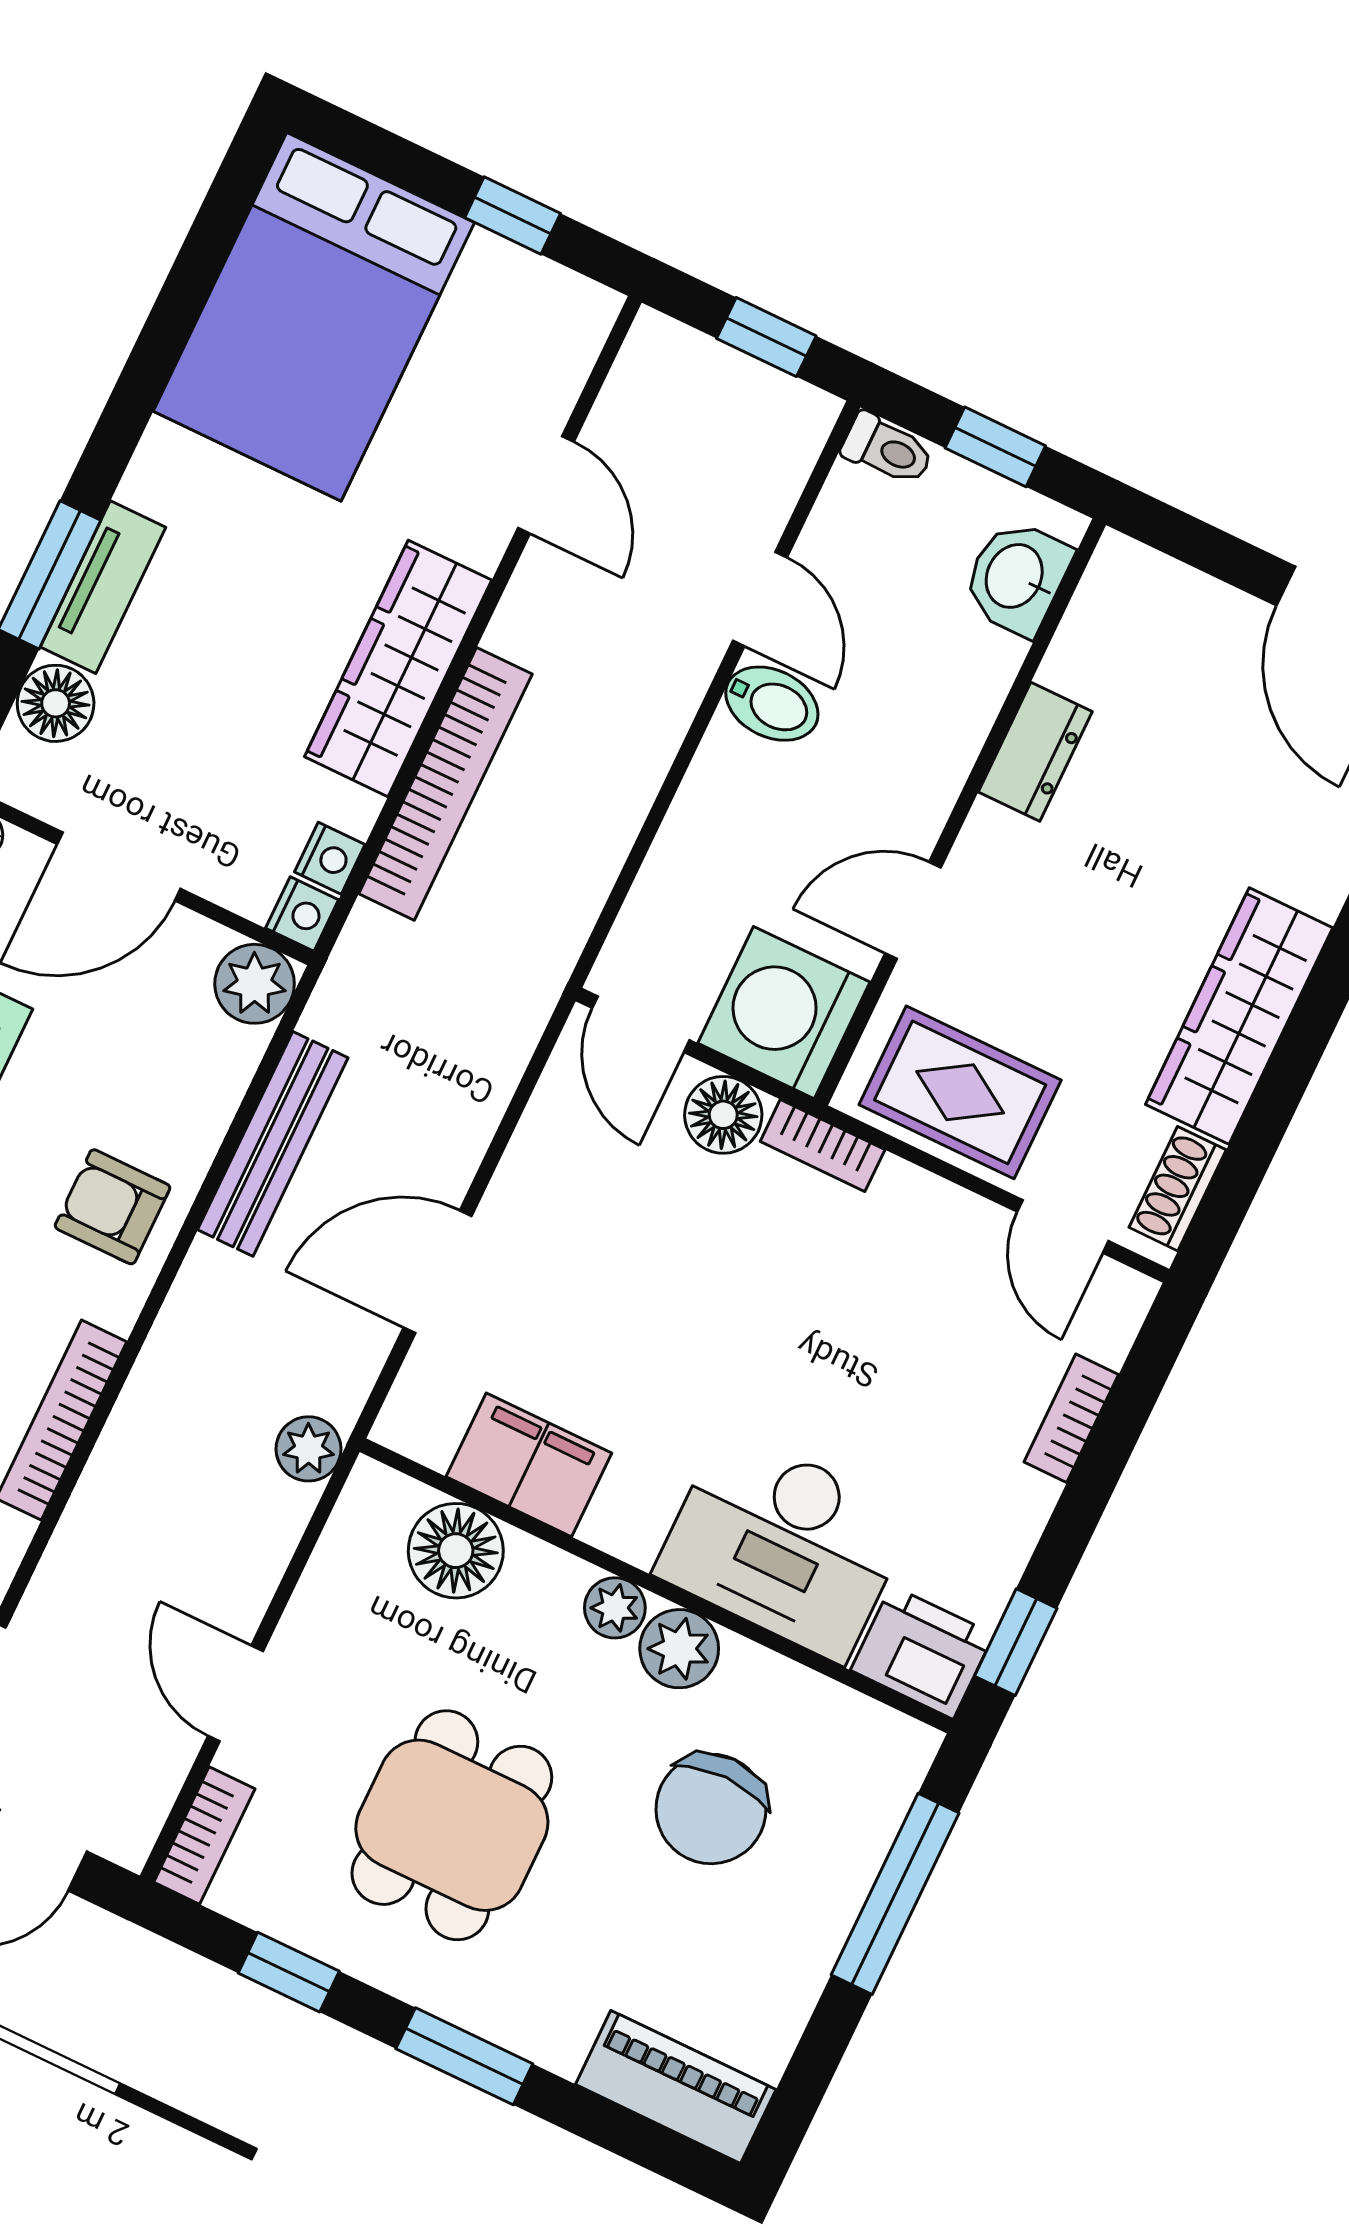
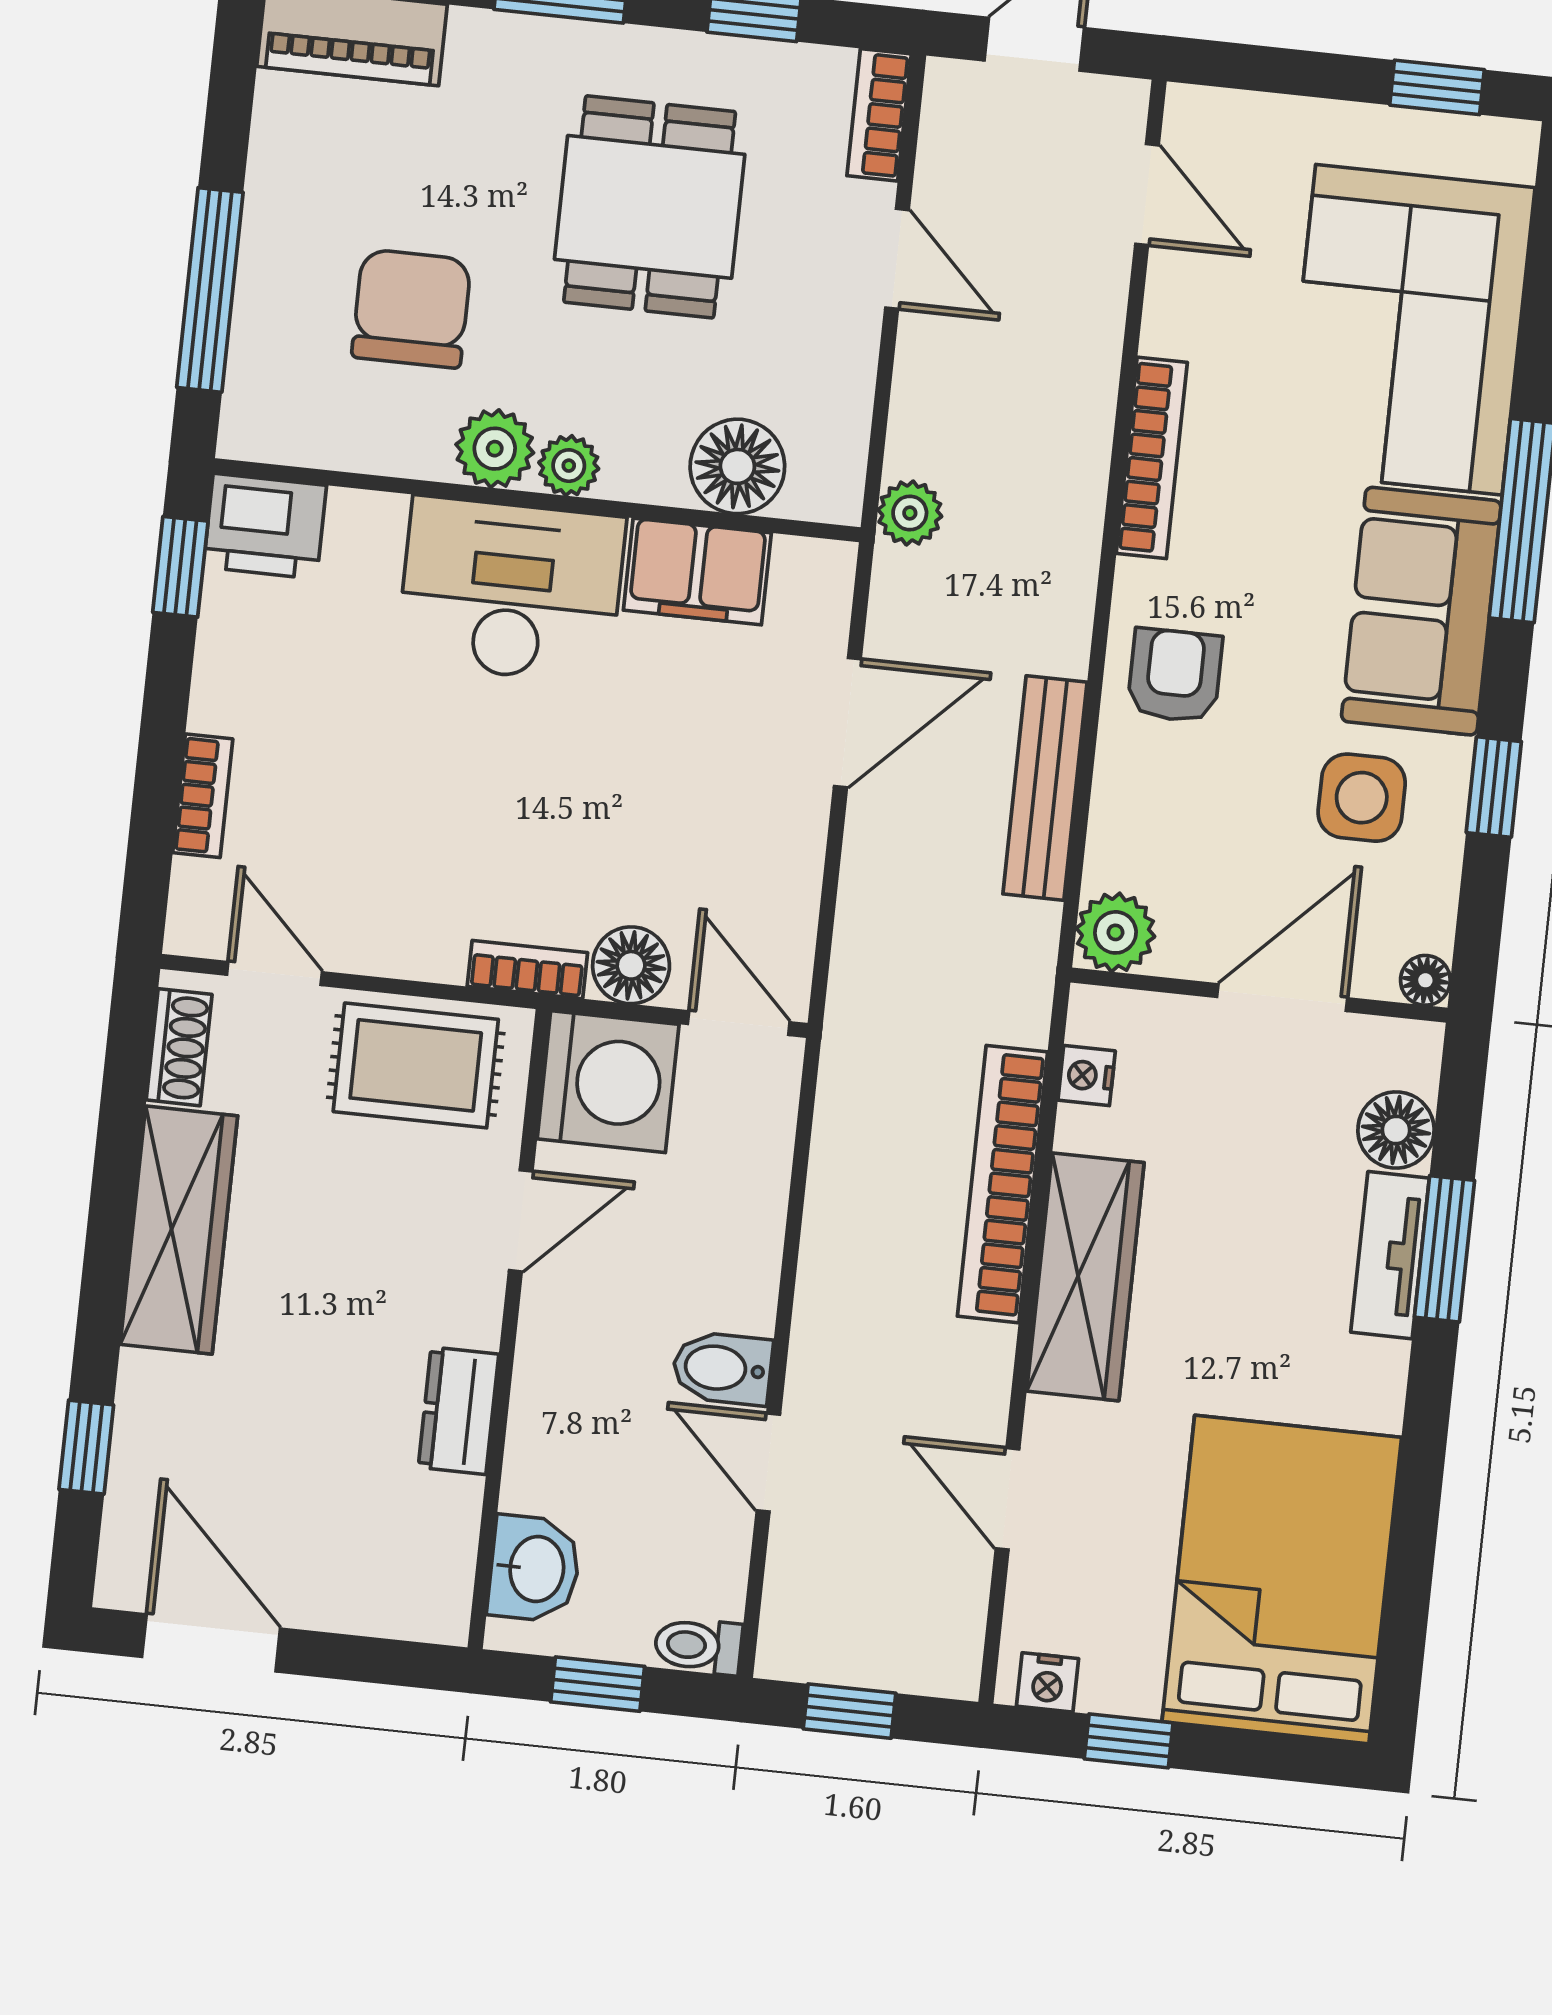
nightstand: (302, 914) -> (1048, 1682), moved, turned -90
armchair: (113, 1207) -> (1175, 675), turned -90
desk: (784, 1544) -> (511, 590), moved

